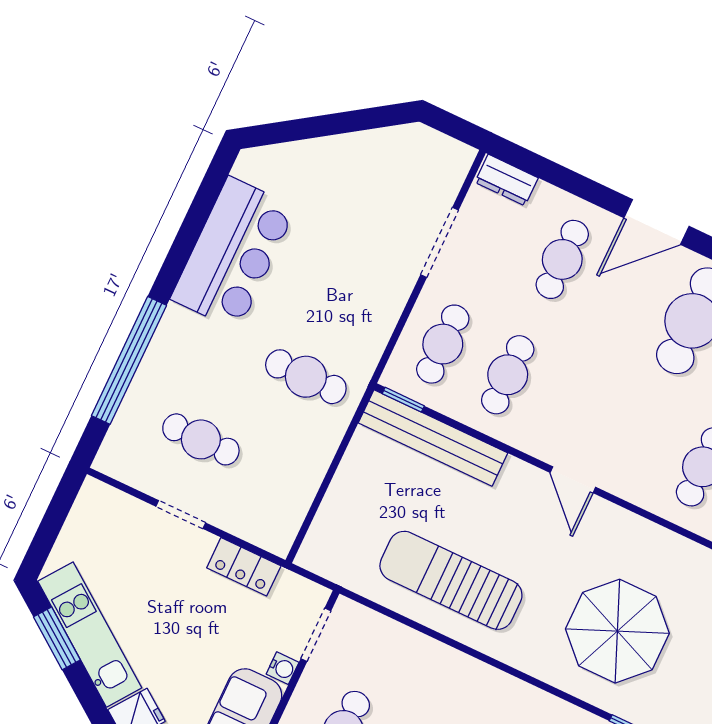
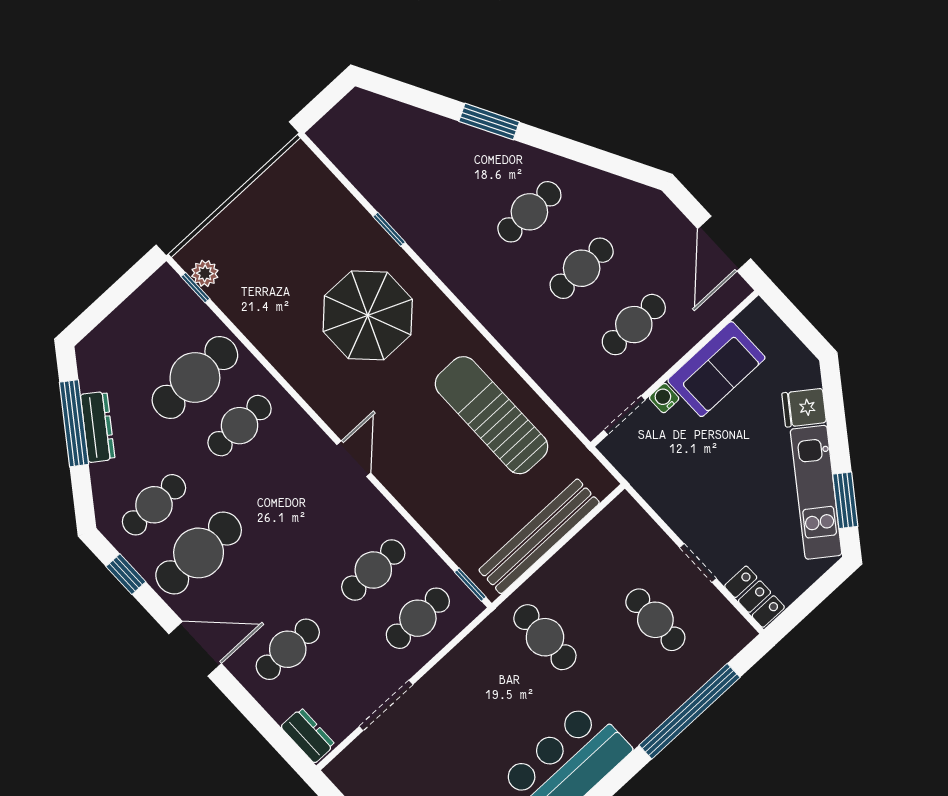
bench: (433, 438) -> (539, 536), moved, turned 90
locker: (244, 567) -> (755, 597), moved
sun lounger: (451, 580) -> (491, 415), turned 180

